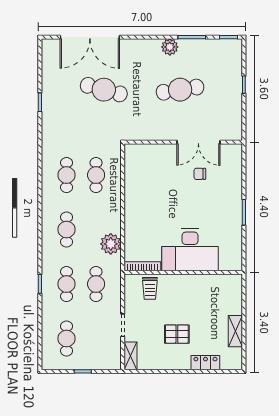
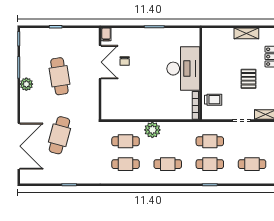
filing cabinet: (234, 150) -> (106, 34), added
plant: (111, 244) -> (152, 130), moved

